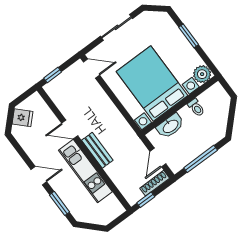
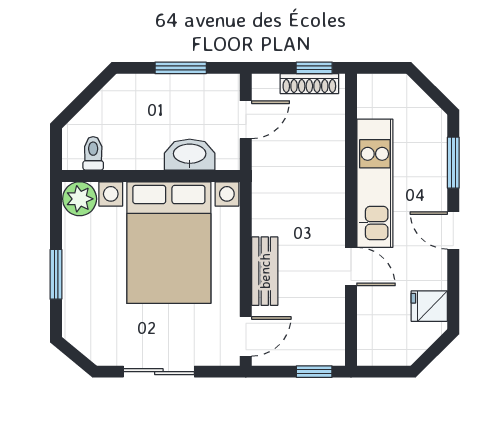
door: (92, 69) -> (246, 336), swing flipped
toilet: (196, 108) -> (93, 153), moved
fridge: (23, 118) -> (429, 306), moved, turned -45
bench: (97, 150) -> (265, 271), moved
window: (201, 159) -> (181, 68), width x0.69
shoe rack: (155, 183) -> (309, 84), moved

